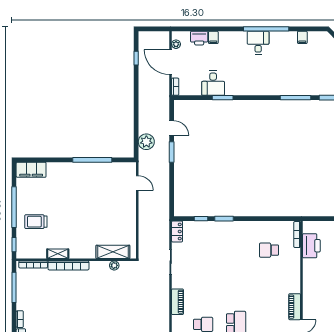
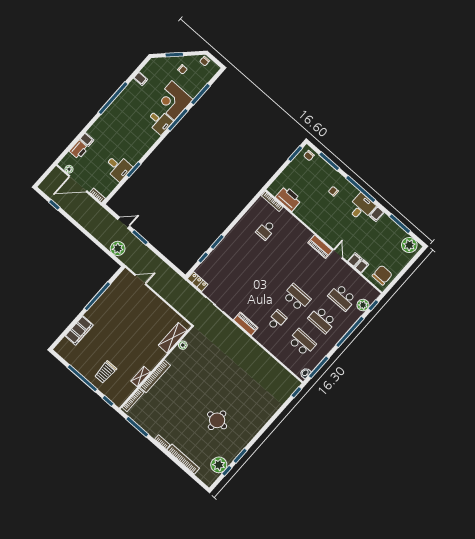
desk: (258, 43) -> (160, 121), moved, turned 180
corner desk: (308, 80) -> (173, 100), added
filing cabinet: (31, 170) -> (79, 330), moved

